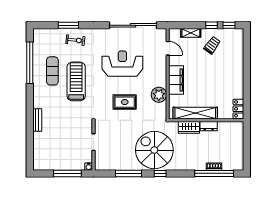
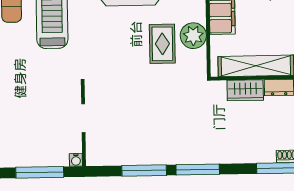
rug: (125, 102) -> (162, 44), moved, turned 90
spiral stairs: (154, 150) -> (187, 130), removed
window: (160, 173) -> (198, 170), width x2.17

